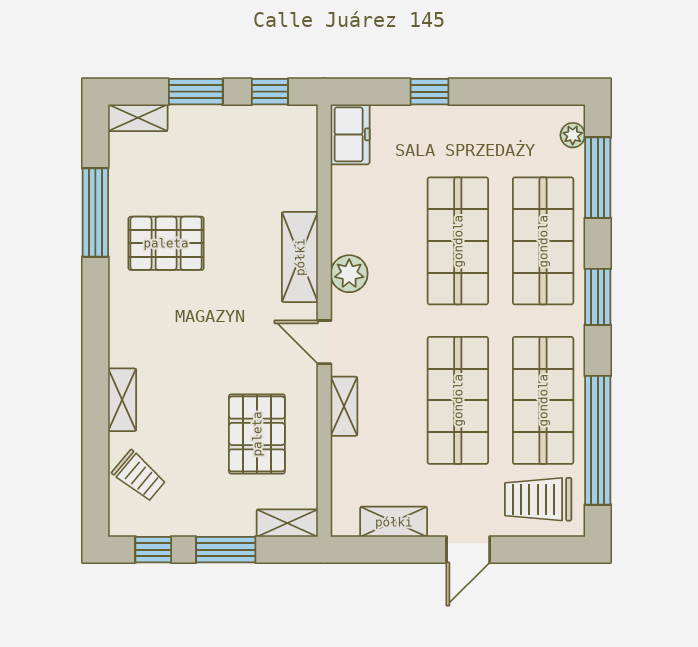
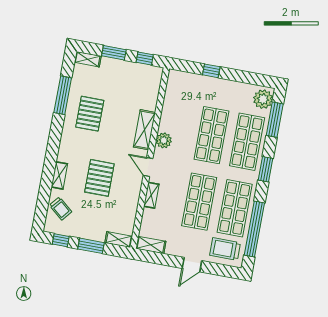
freezer: (350, 134) -> (175, 82), removed
plant: (573, 135) -> (263, 99), width x1.87, depth x1.87
pallet: (166, 243) -> (90, 114), turned 90
pallet: (257, 434) -> (99, 178), moved
shelving: (394, 522) -> (151, 245), moved

